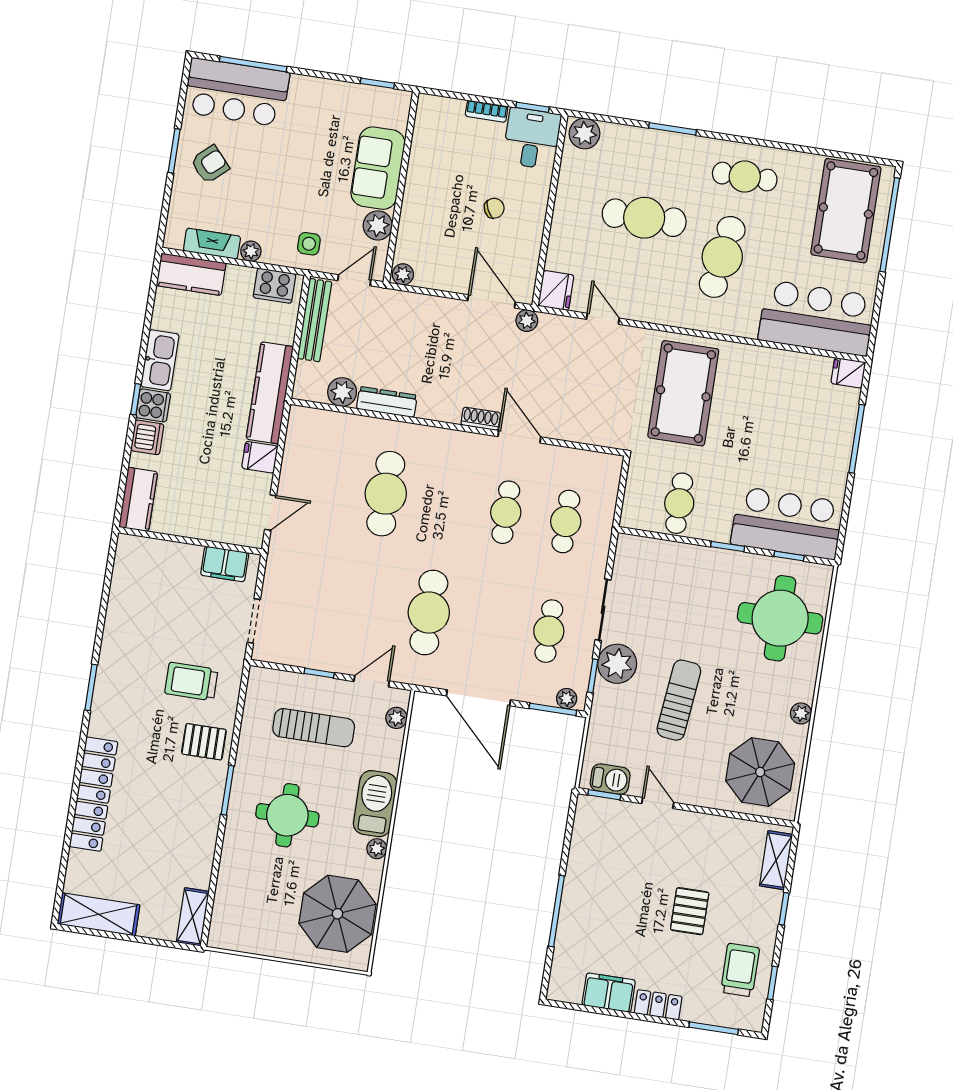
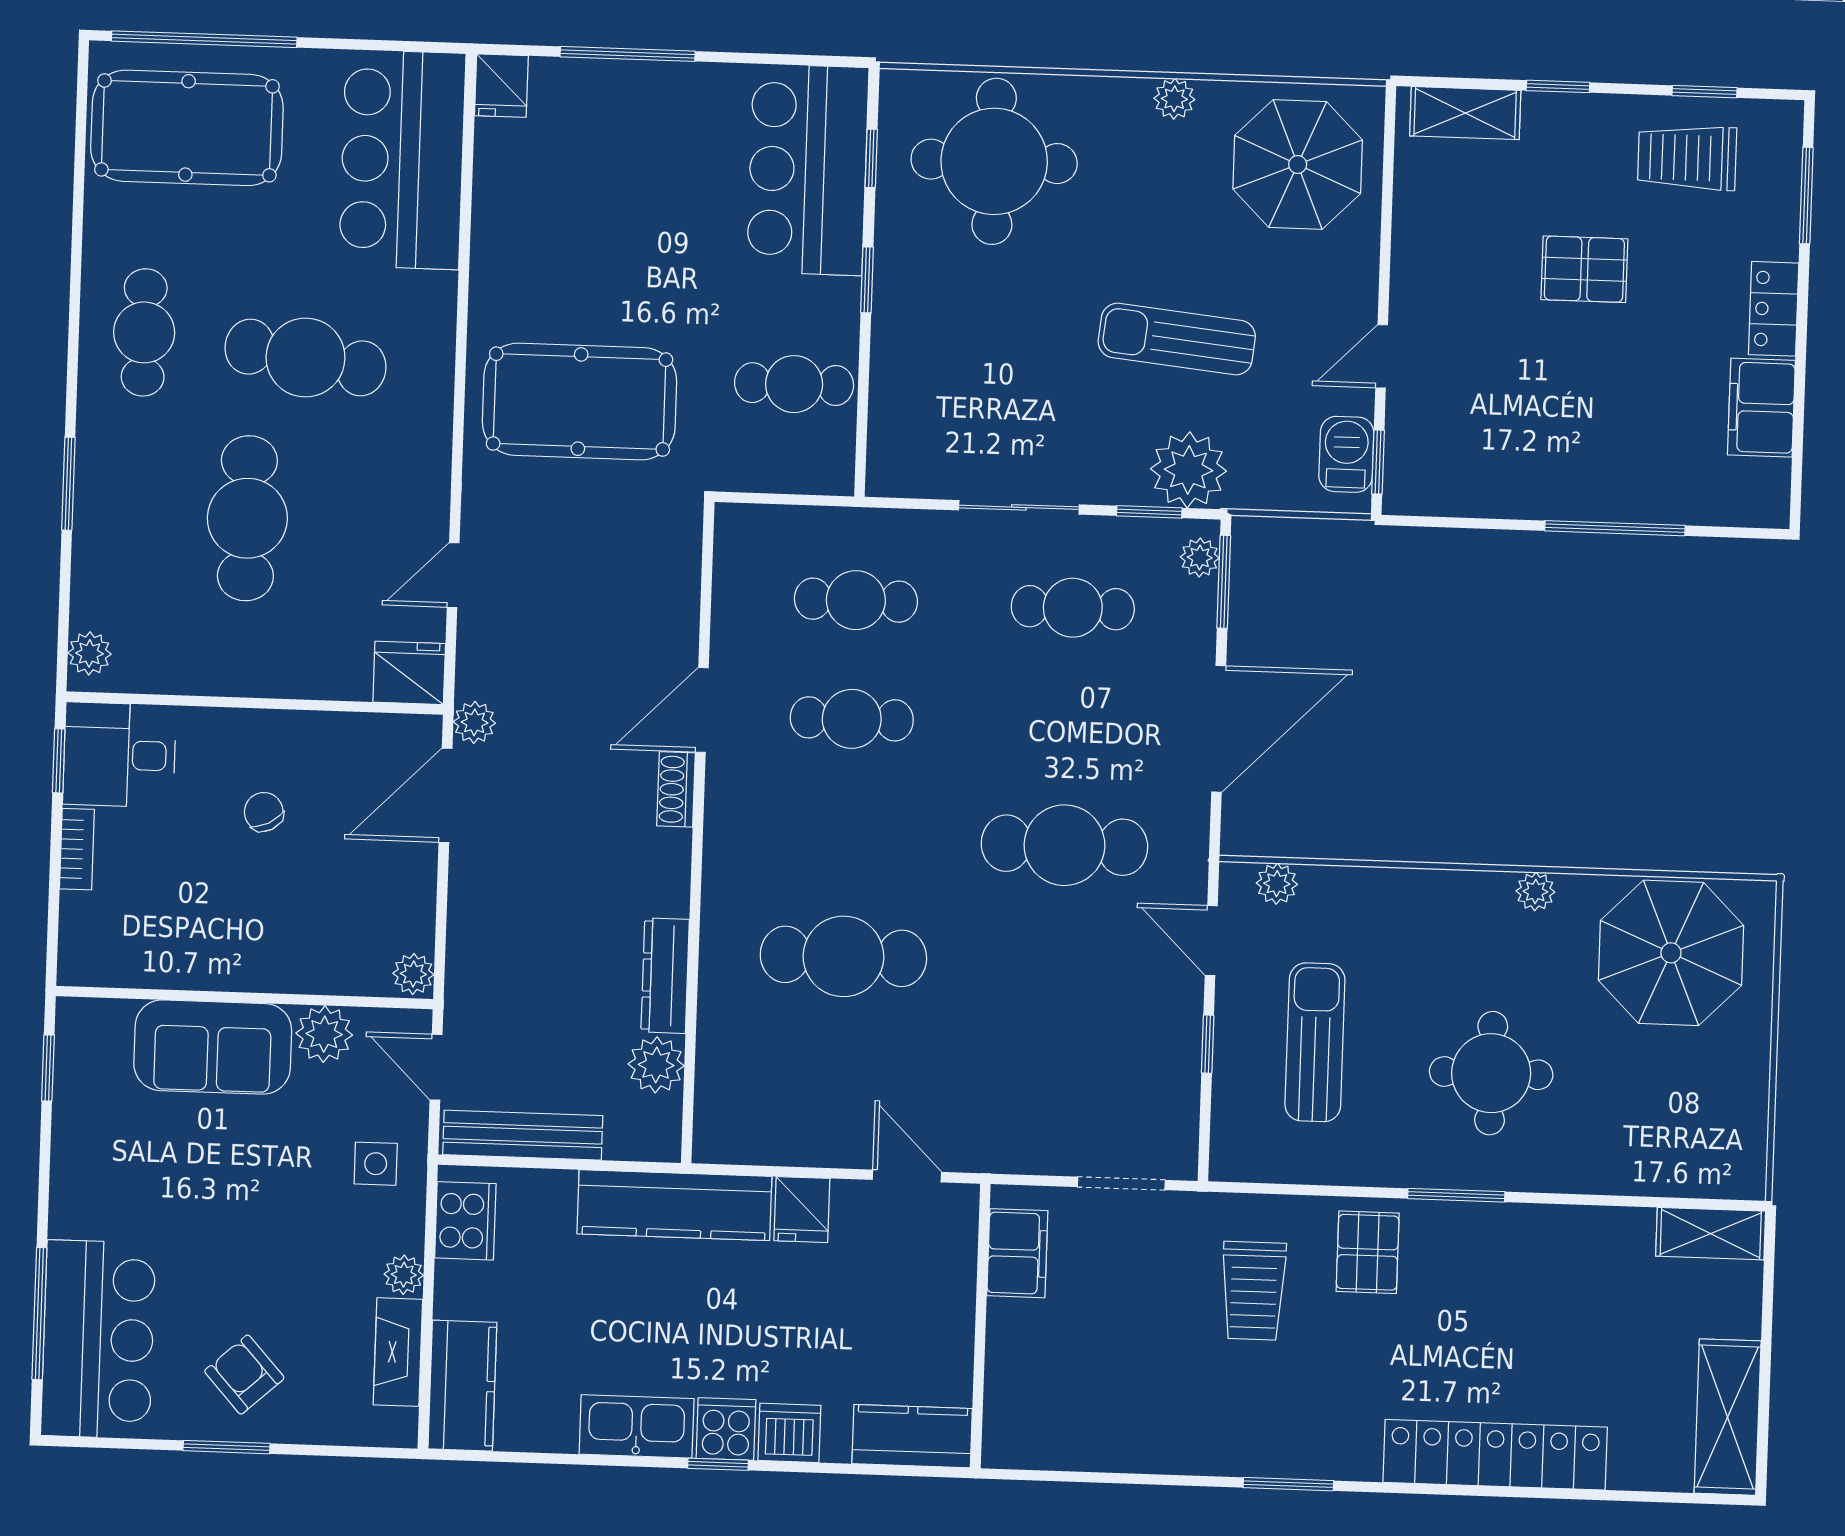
plant: (585, 134) -> (89, 653), width x0.73, depth x0.73
plant: (617, 664) -> (1188, 470), moved
barbecue: (375, 804) -> (1448, 905), removed

